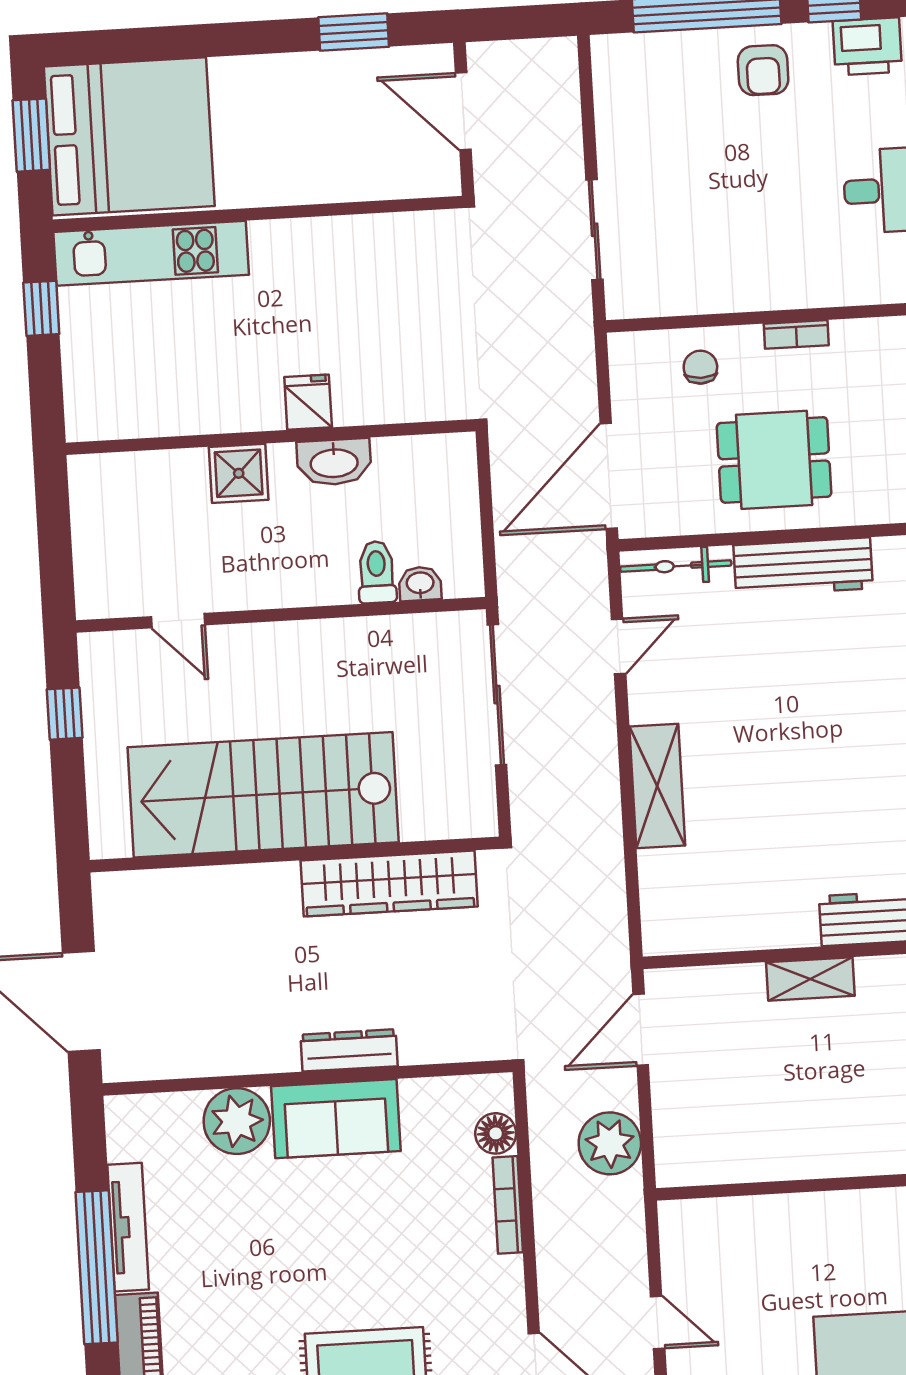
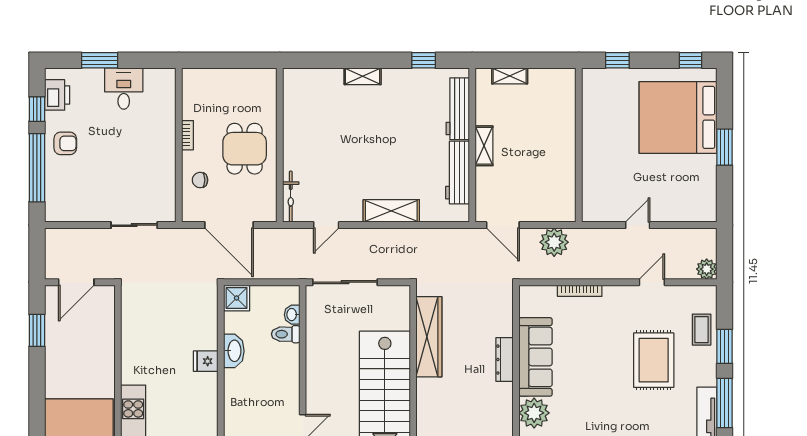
shower: (239, 473) -> (237, 298), moved
door: (609, 476) -> (229, 225), moved
workbench: (803, 567) -> (458, 173), moved, turned 180
door: (619, 646) -> (326, 225), swing flipped
sofa: (336, 1119) -> (536, 357), width x1.36
floor lamp: (496, 1133) -> (547, 294), removed

